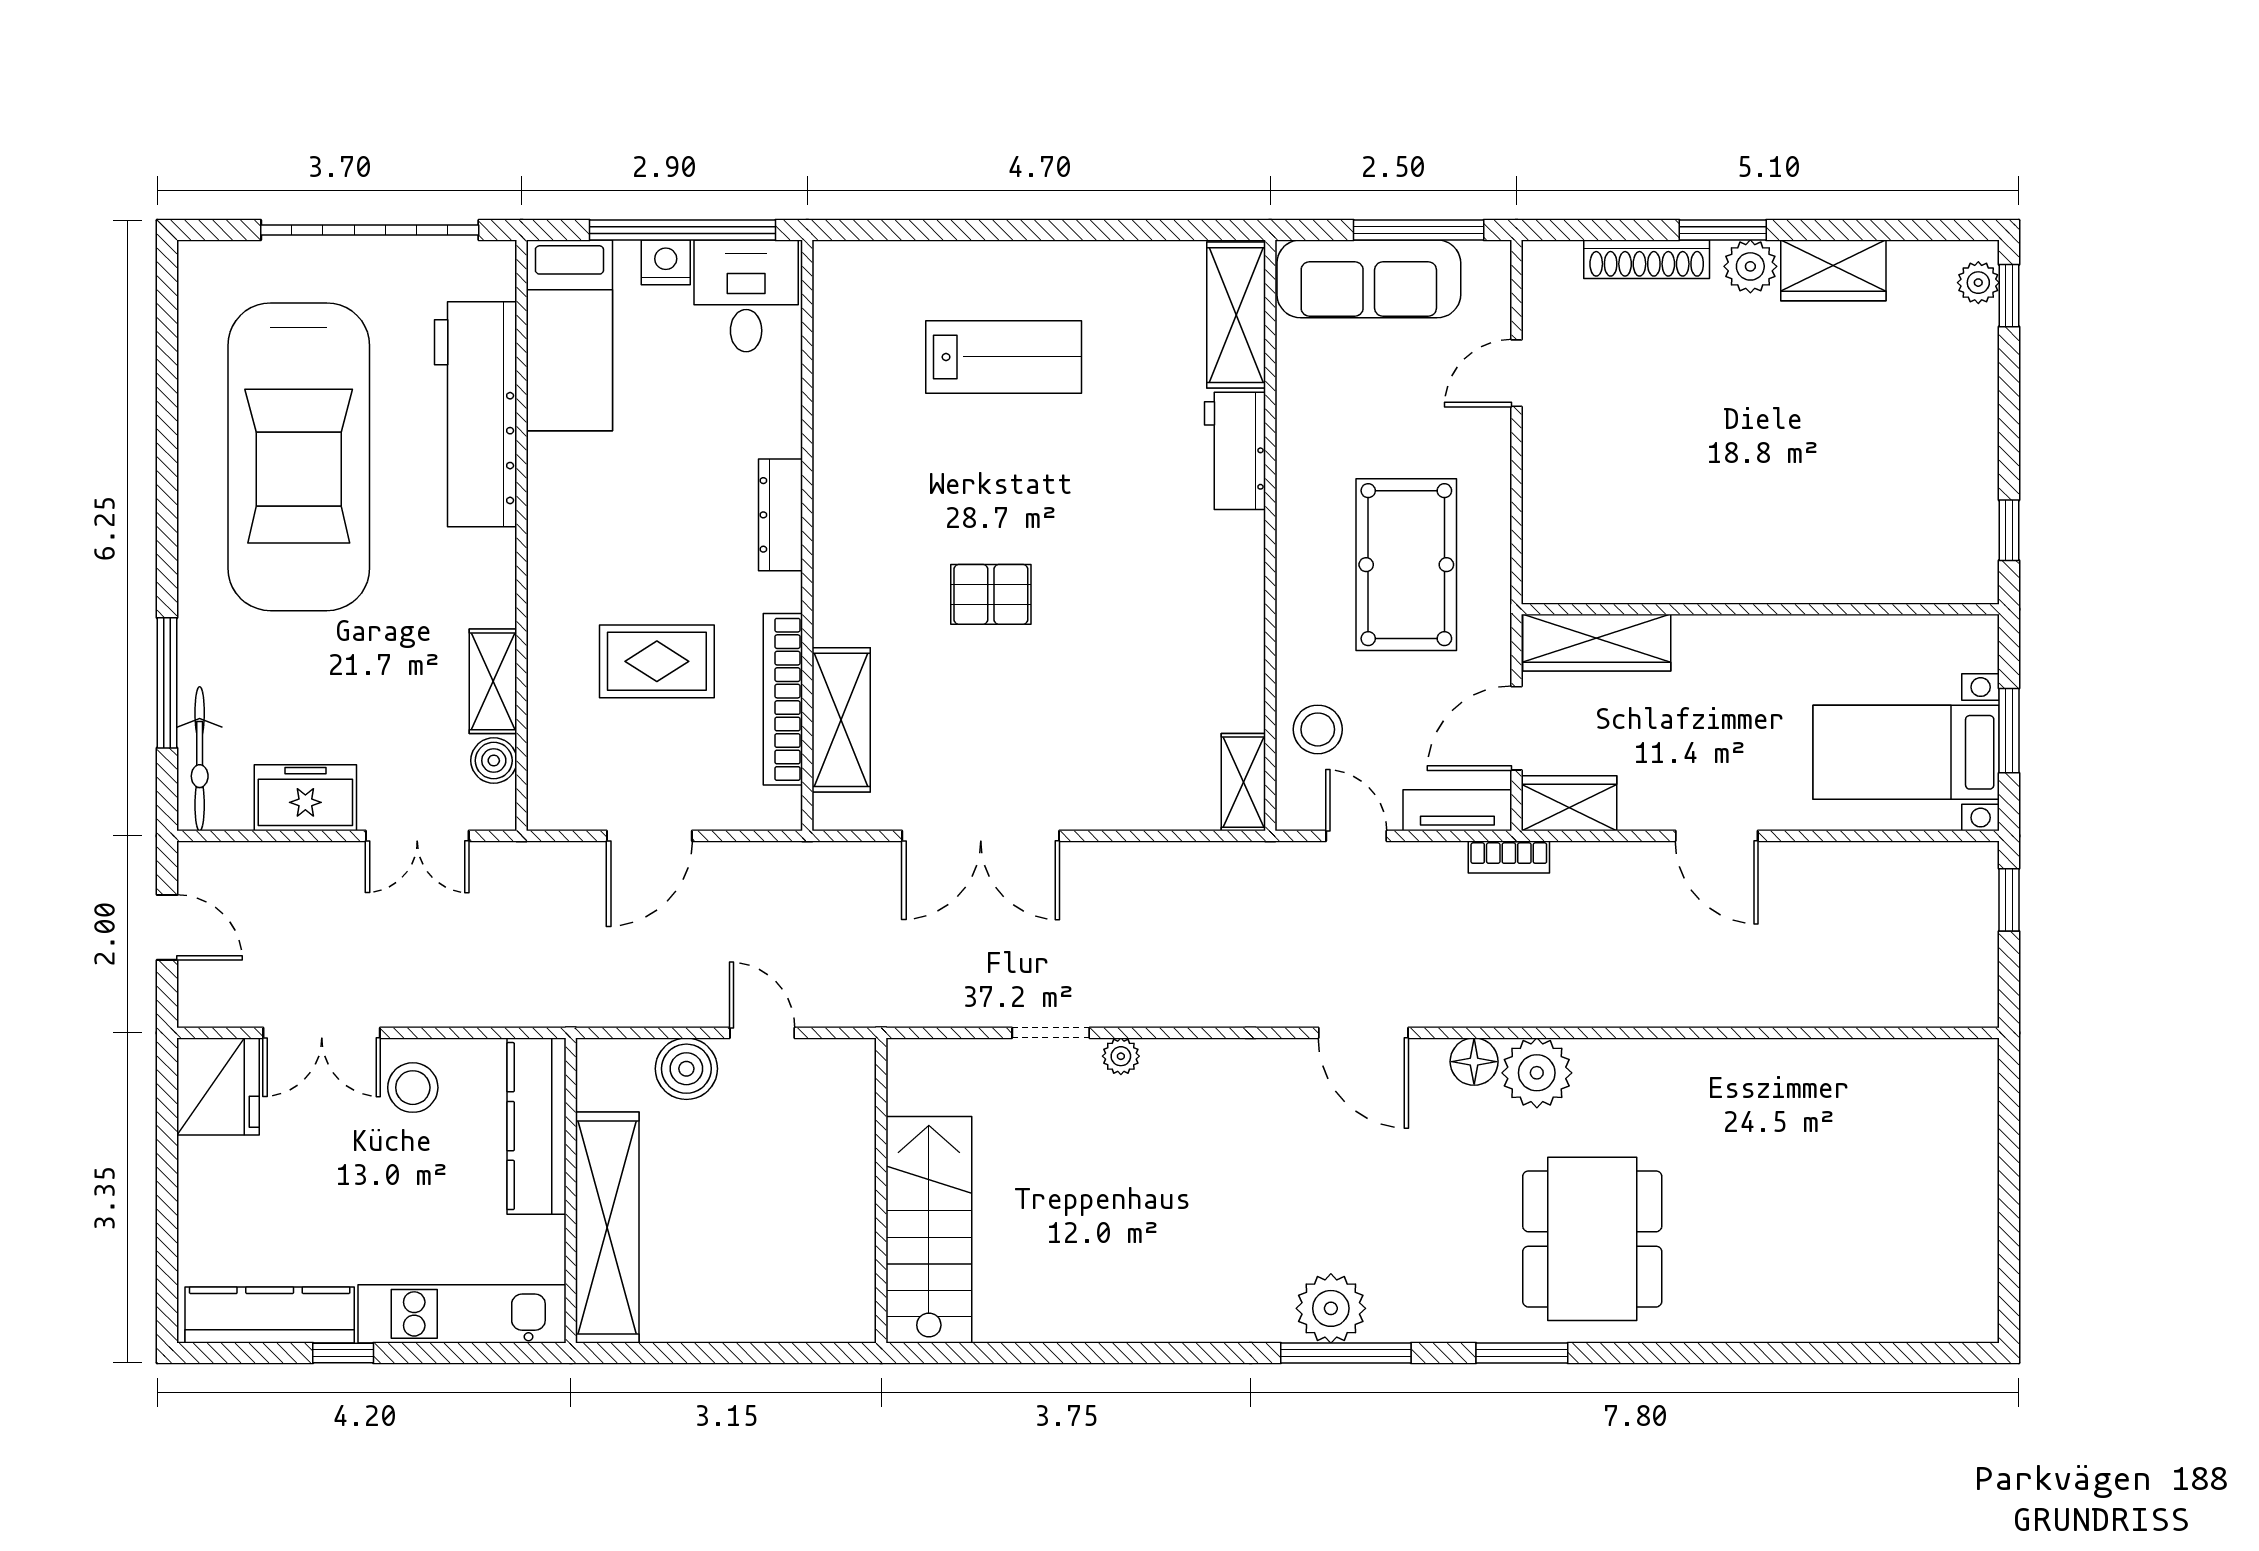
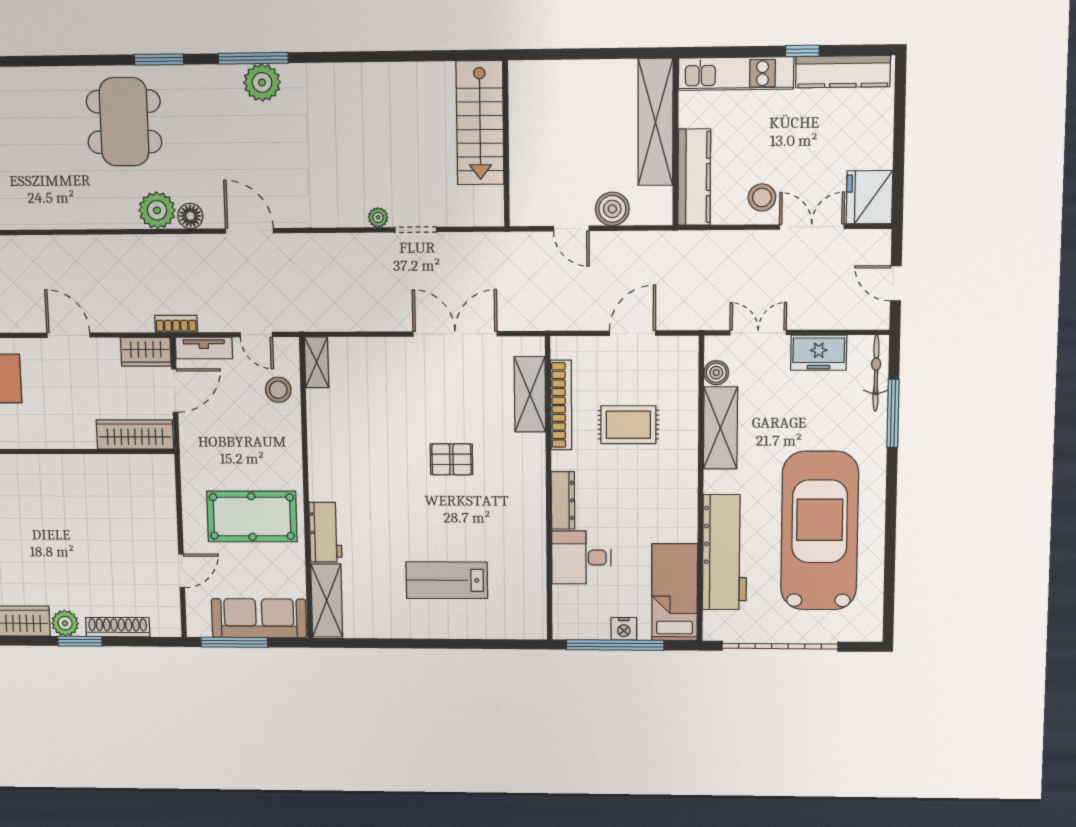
desk: (746, 296) -> (581, 558), moved, turned 90
pool table: (1406, 565) -> (252, 517), moved, turned 90
shelving: (493, 681) -> (720, 428), width x1.50, depth x1.33

